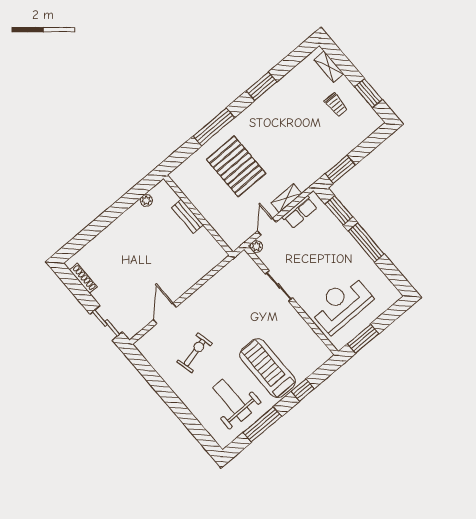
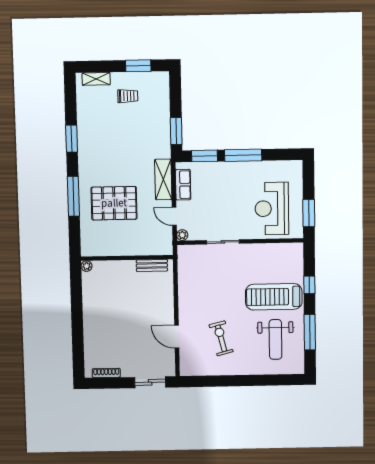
shelving: (286, 198) -> (163, 179), width x1.50, depth x1.33
plant: (146, 200) -> (87, 266), moved
bench: (187, 216) -> (152, 265), moved
weight bench: (232, 400) -> (275, 339), turned -90

